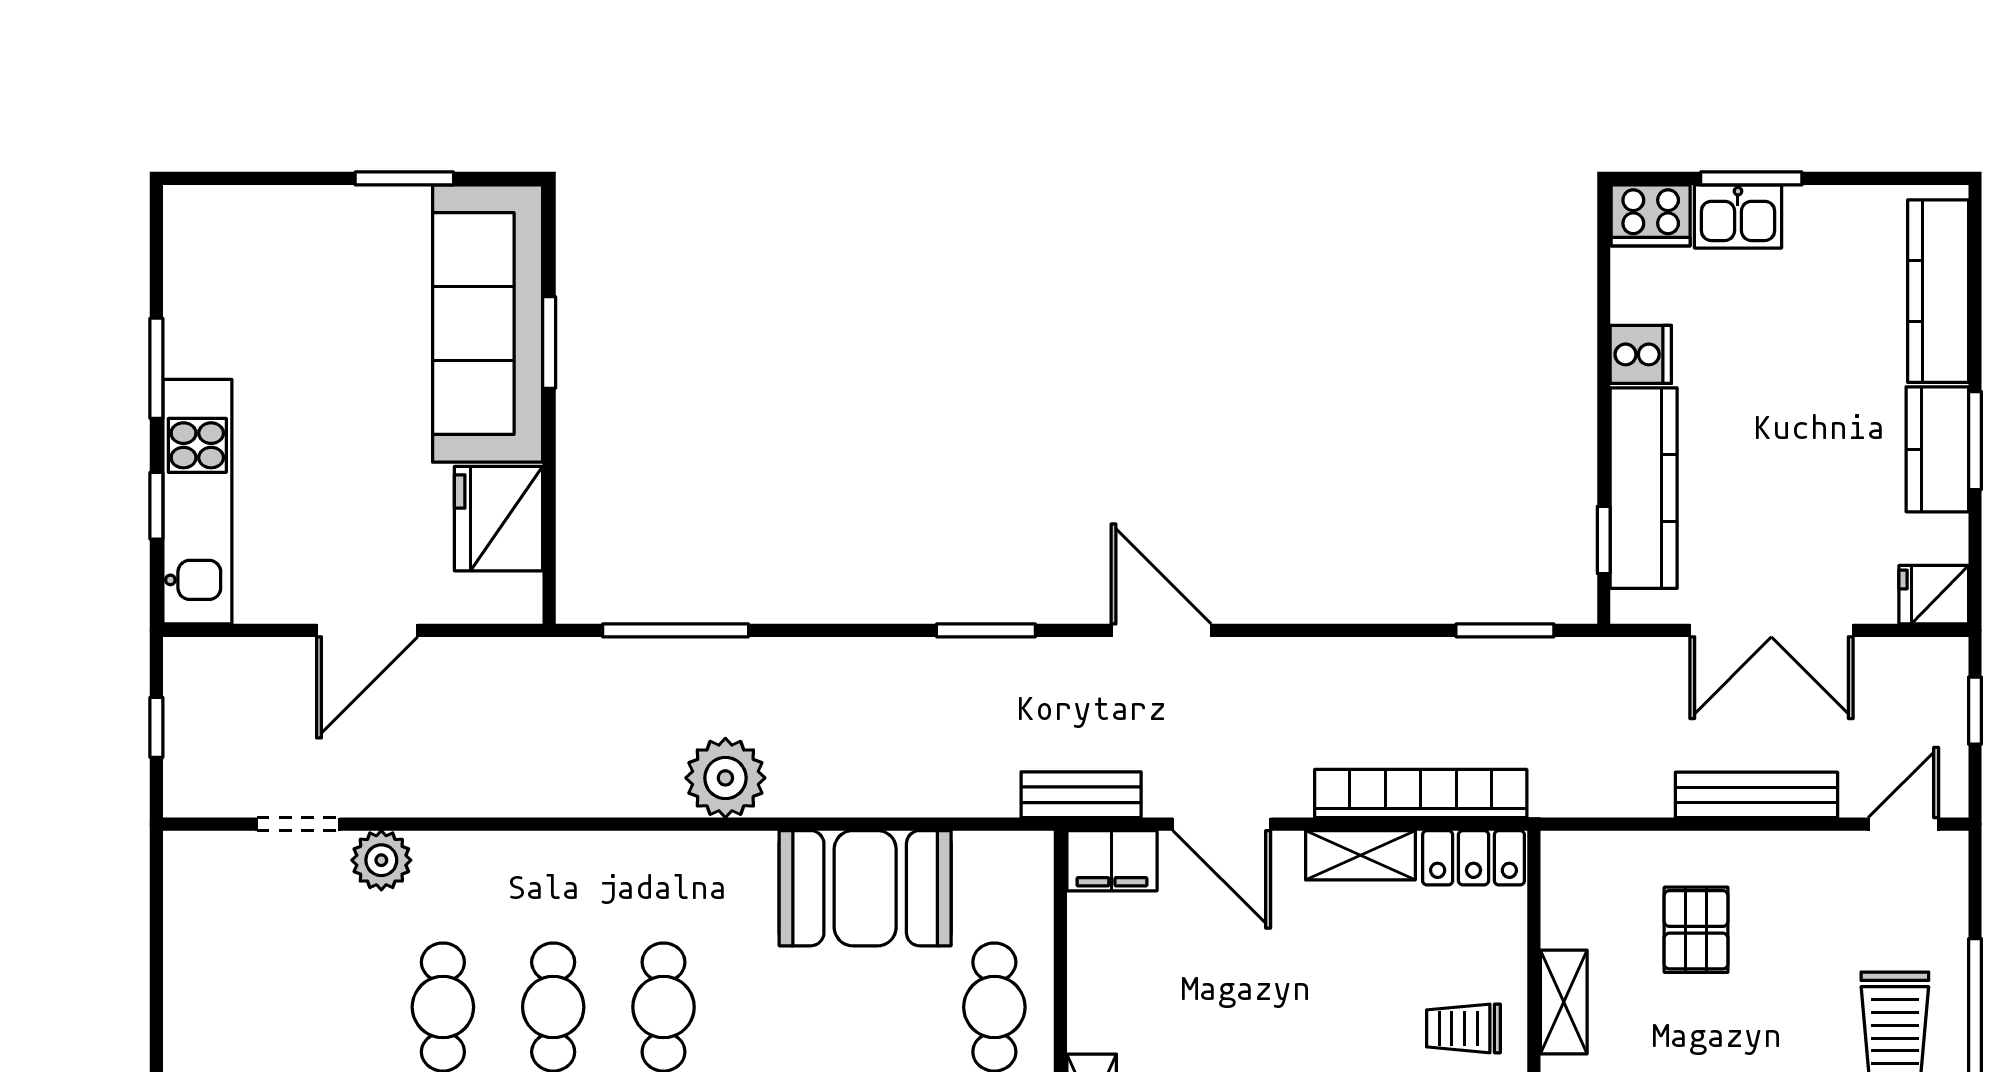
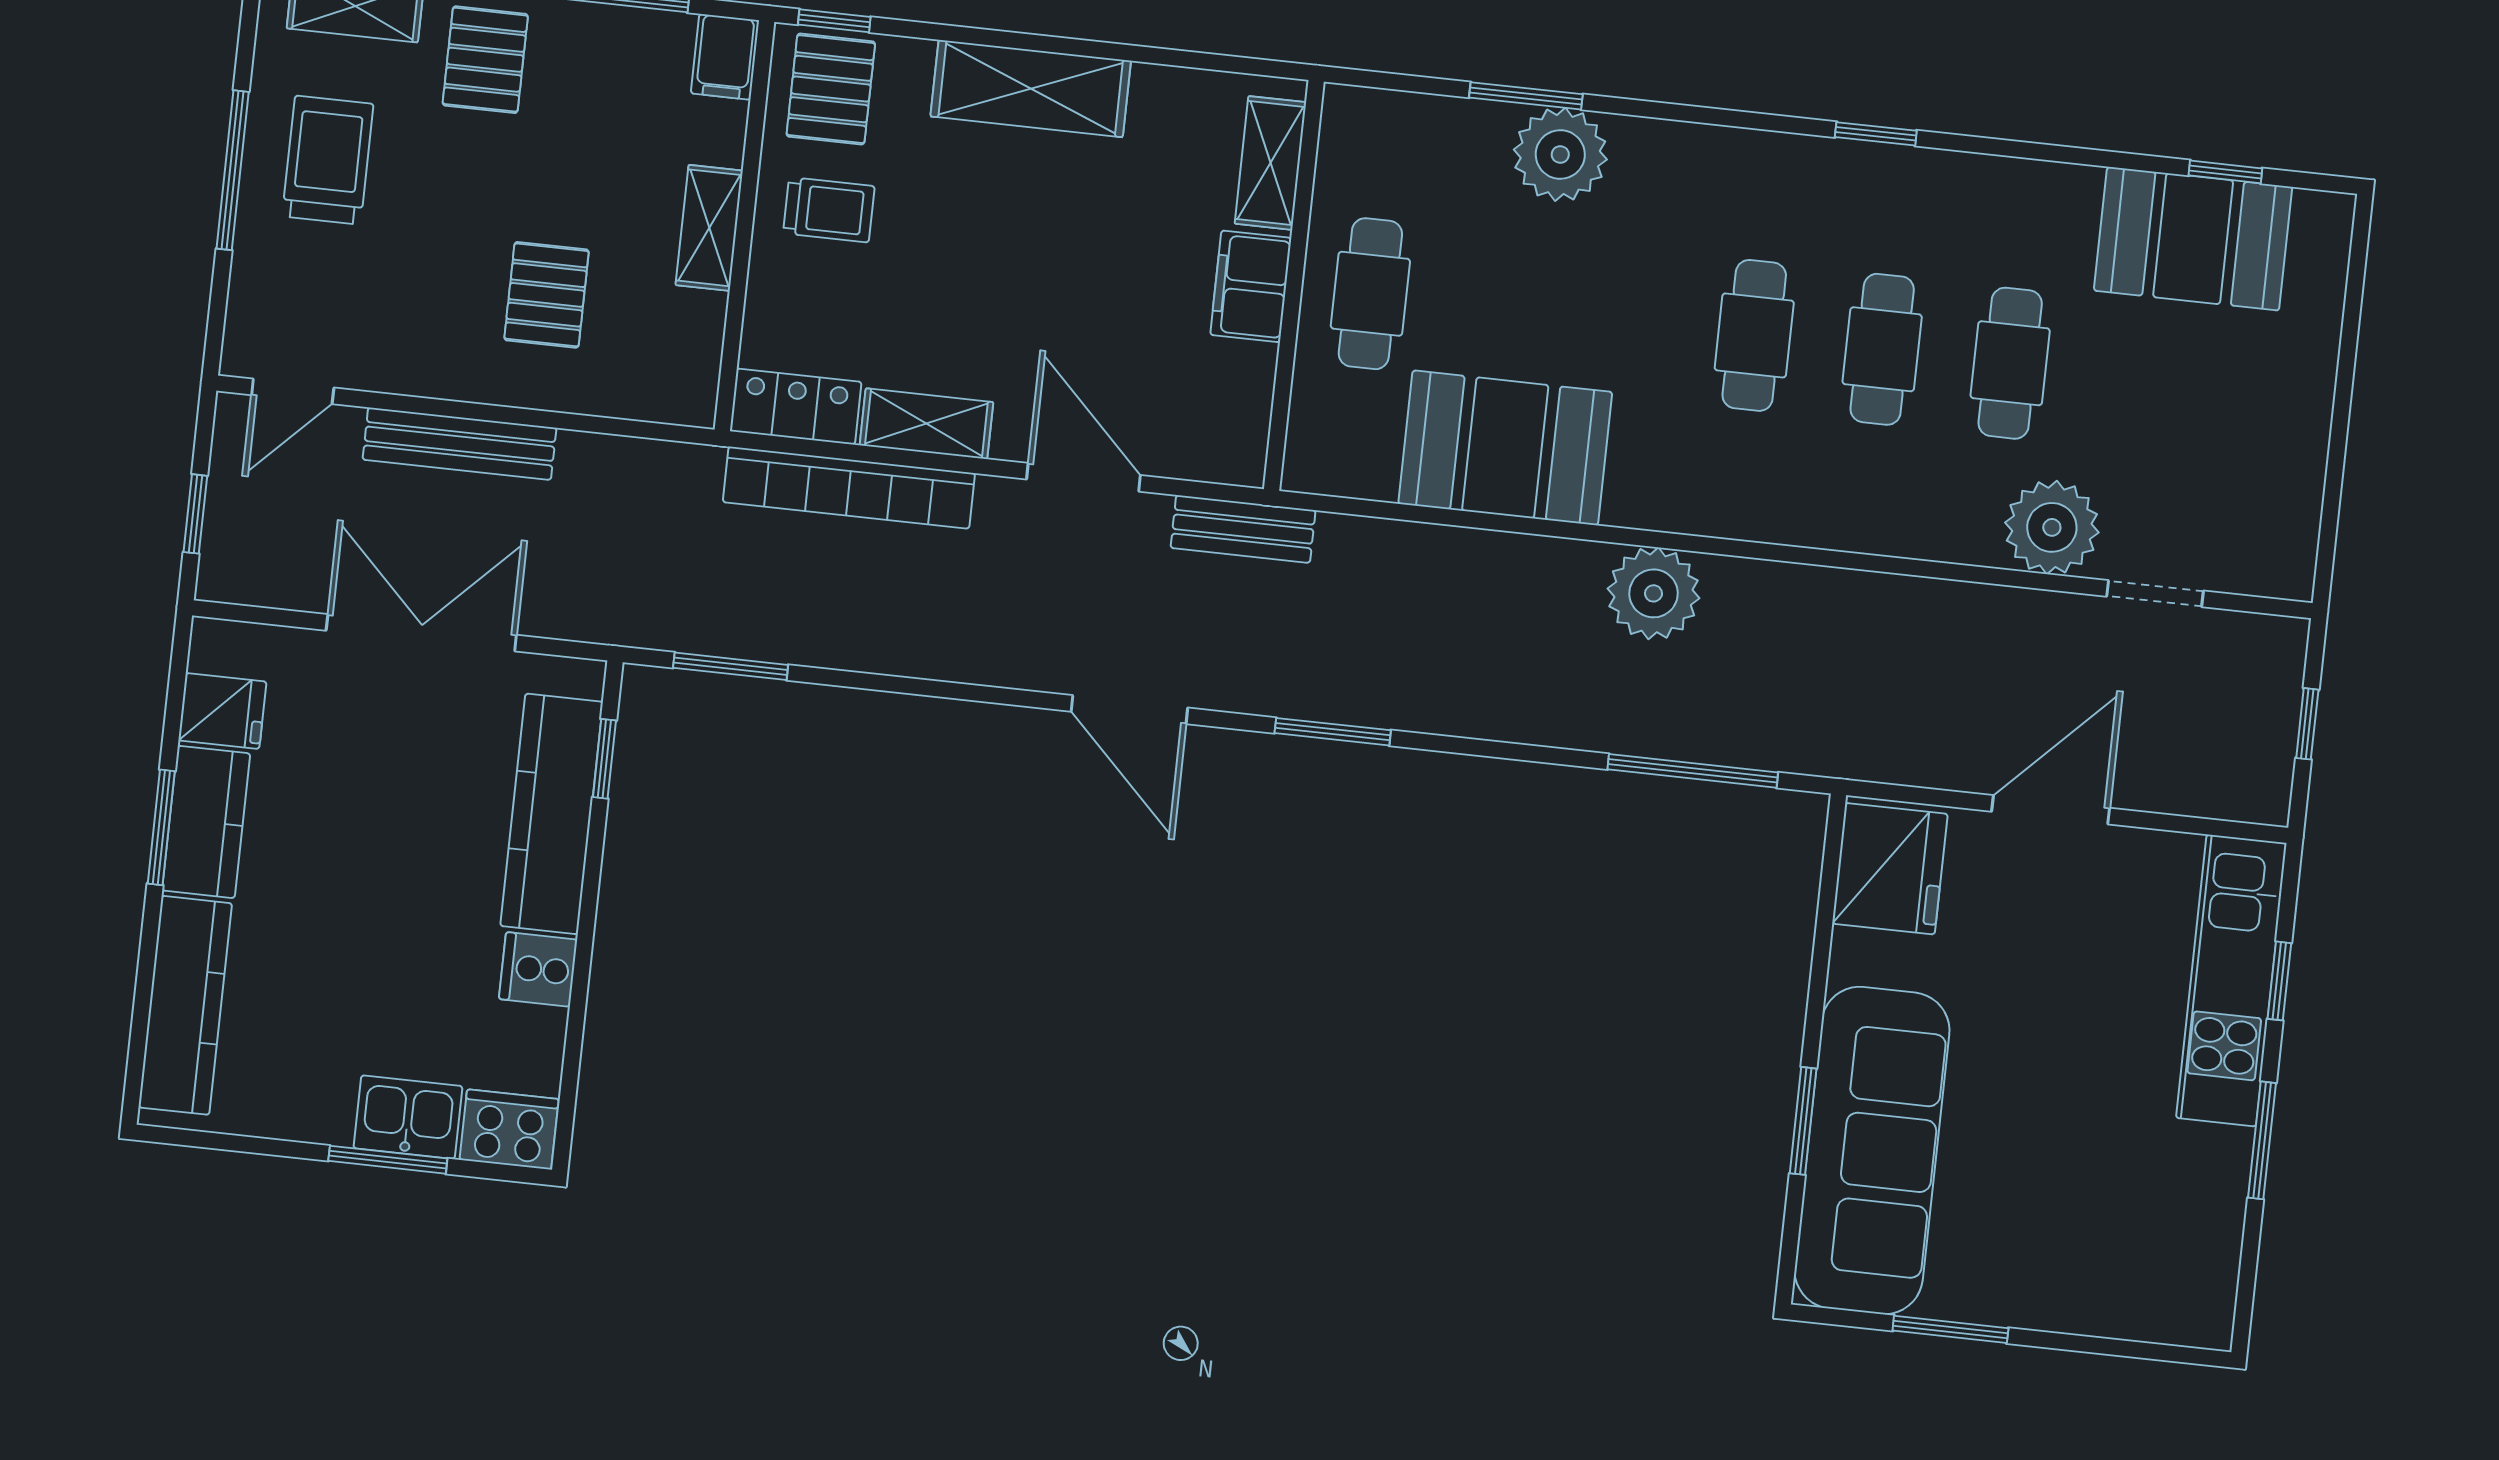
fridge: (499, 519) -> (1890, 869), moved
fridge: (1934, 595) -> (222, 711), moved
plant: (381, 860) -> (2052, 527), width x1.36, depth x1.36
filing cabinet: (1112, 861) -> (1251, 286), moved, turned -90

